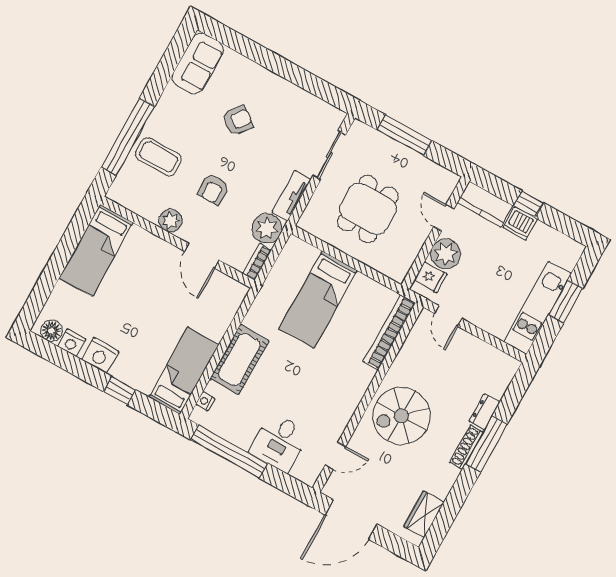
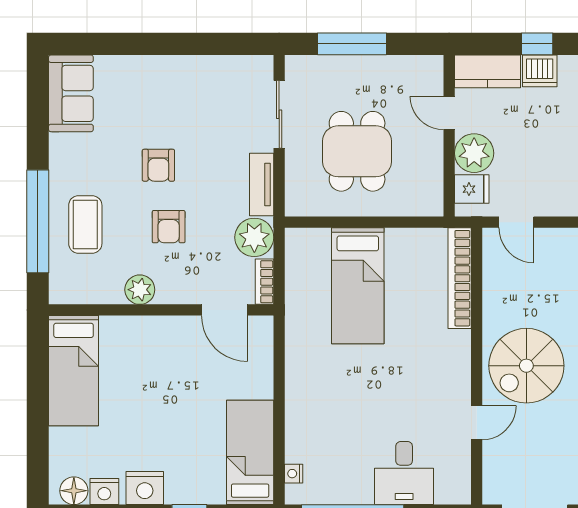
armchair: (238, 120) -> (158, 165), moved, turned 143
coffee table: (158, 157) -> (85, 224), turned 90
door: (202, 256) -> (224, 310), moved
cot: (239, 360) -> (306, 404), removed
door: (335, 456) -> (477, 423), moved

